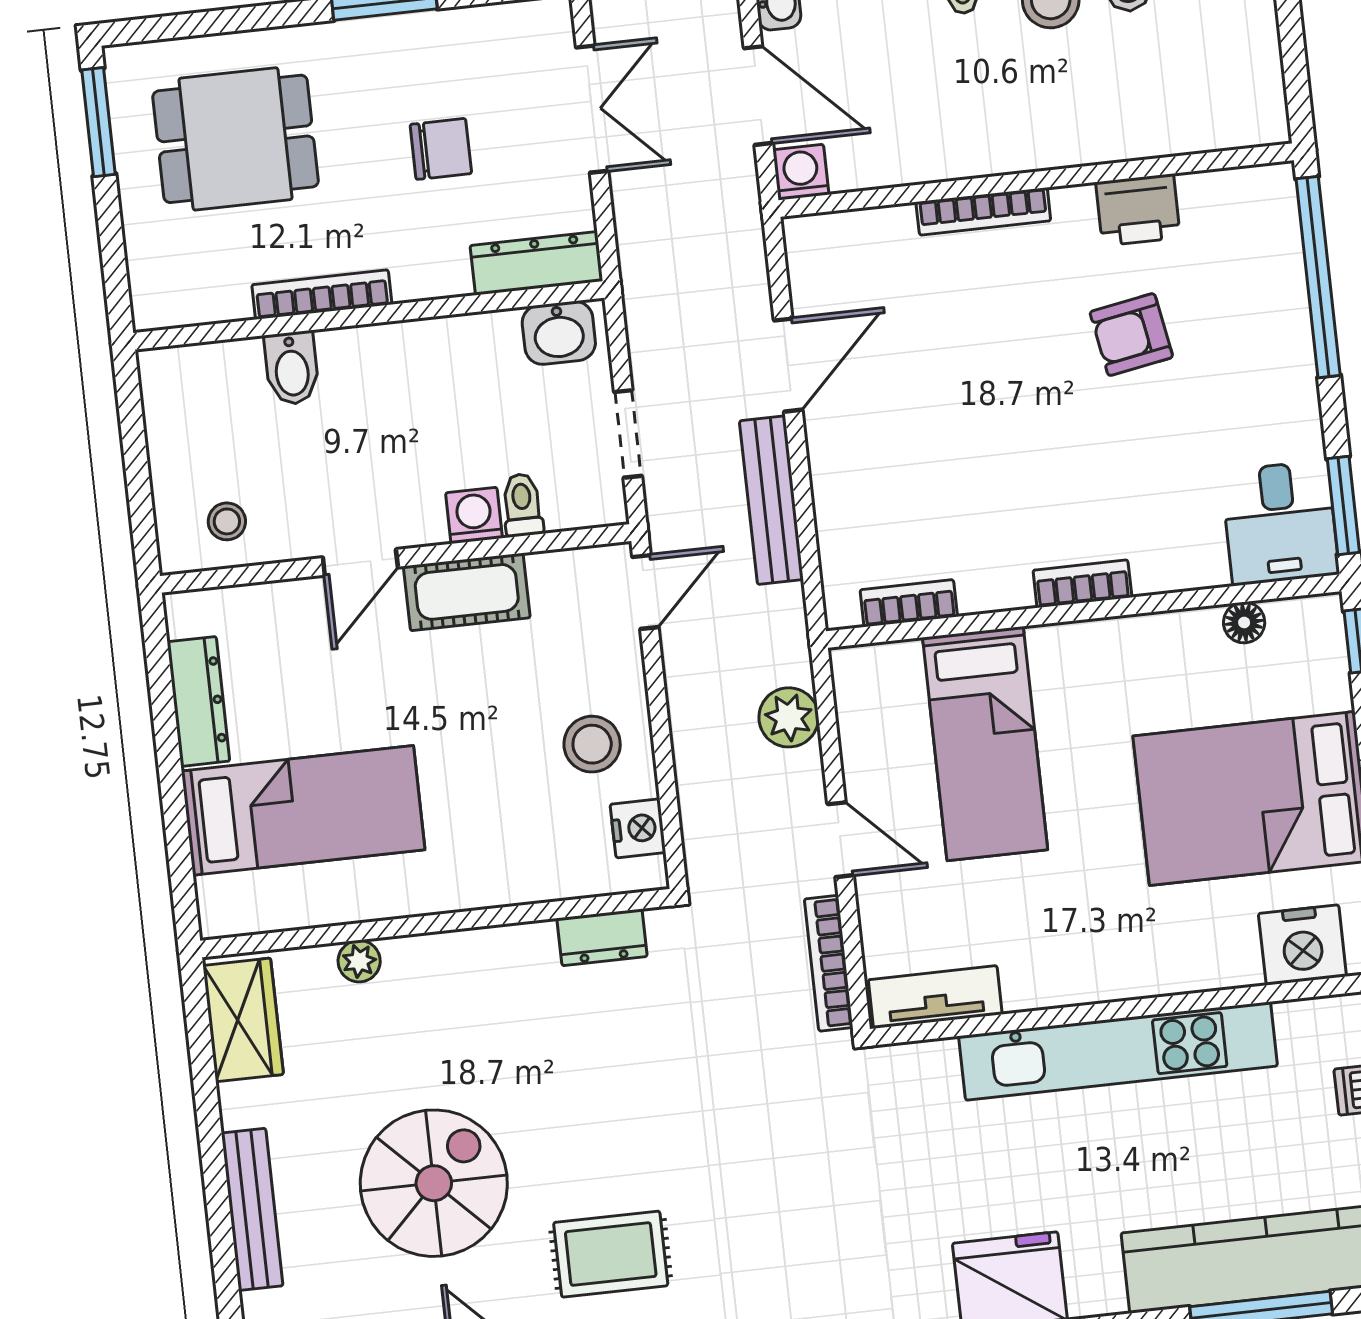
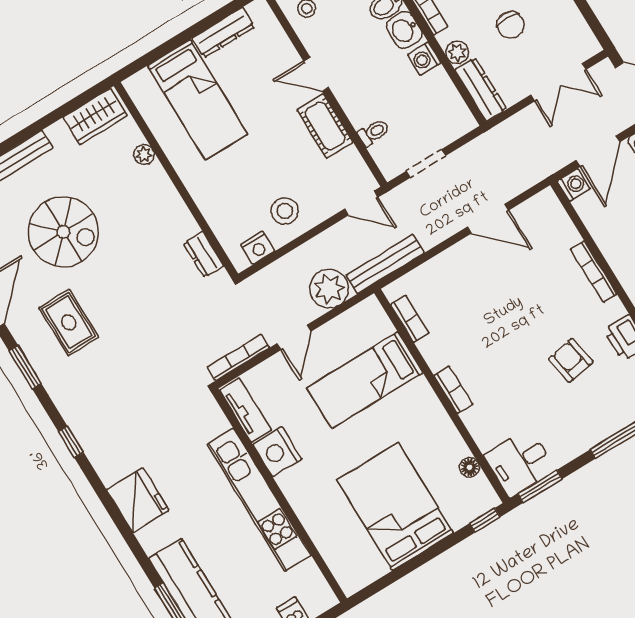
plant: (445, 275) -> (457, 52), added
washbasin: (559, 333) -> (404, 30), moved
bench: (771, 500) -> (385, 264), moved
washing machine: (474, 516) -> (424, 59), moved, turned 180
plant: (789, 717) -> (329, 289), width x1.36, depth x1.36
nightstand: (1302, 945) -> (277, 452), moved

